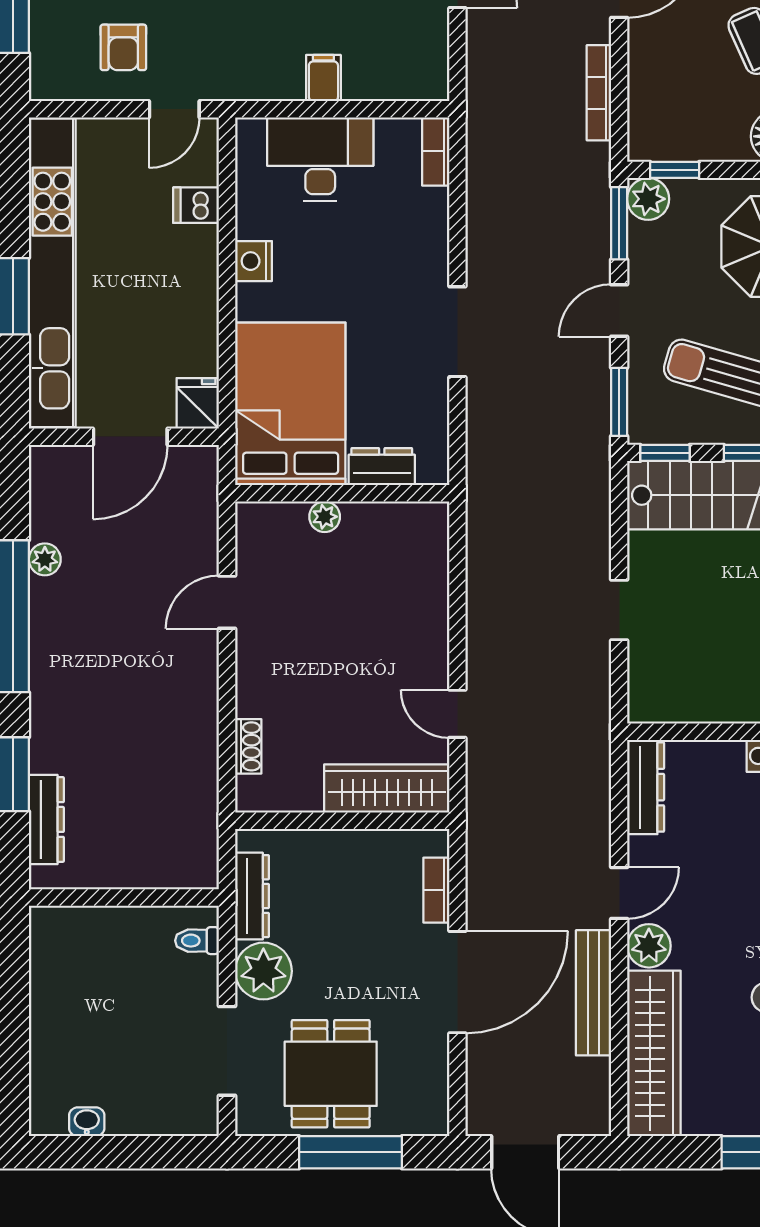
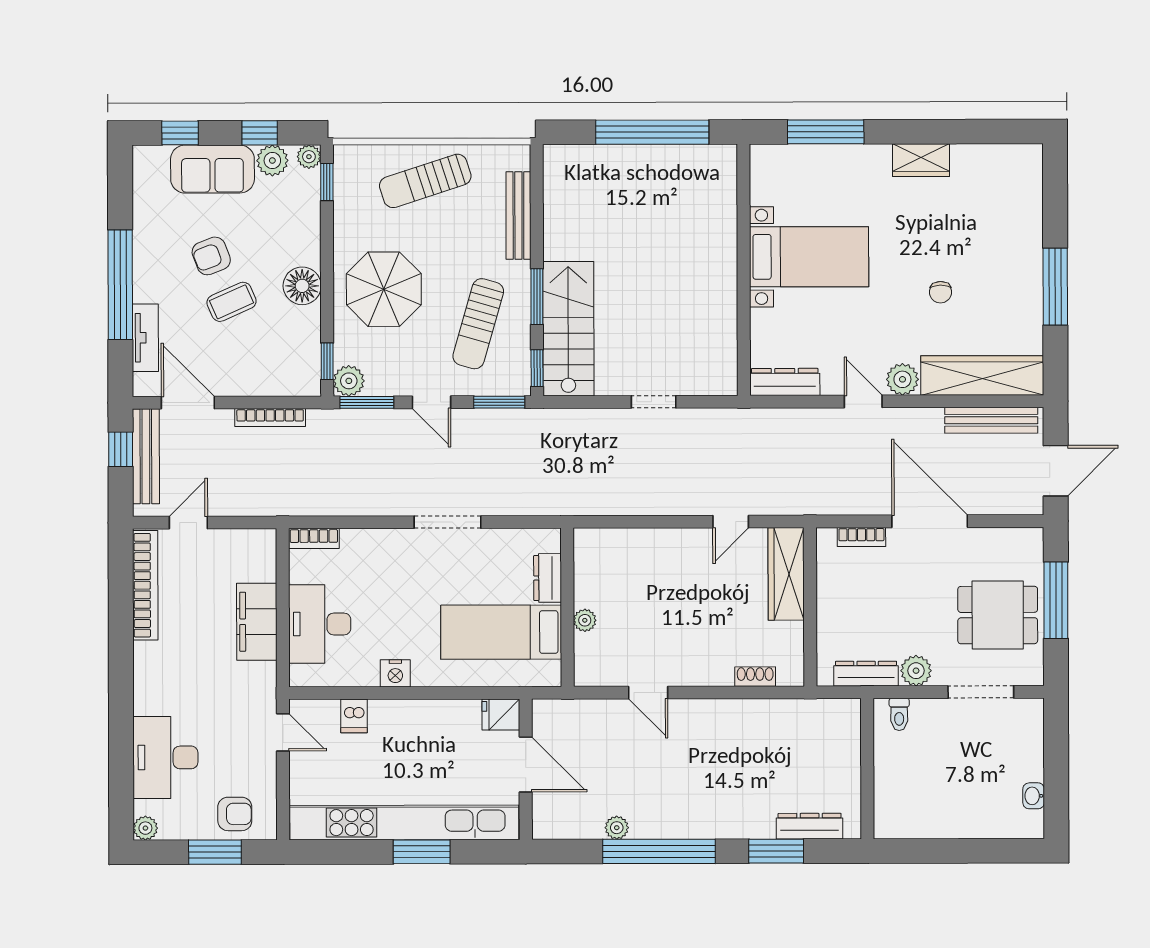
armchair: (123, 47) -> (235, 814), moved
filing cabinet: (323, 78) -> (257, 622), width x3.00, depth x1.17
bed: (291, 404) -> (501, 632), width x0.67
plant: (263, 971) -> (916, 671), width x0.73, depth x0.73
bench: (593, 993) -> (991, 420), moved

